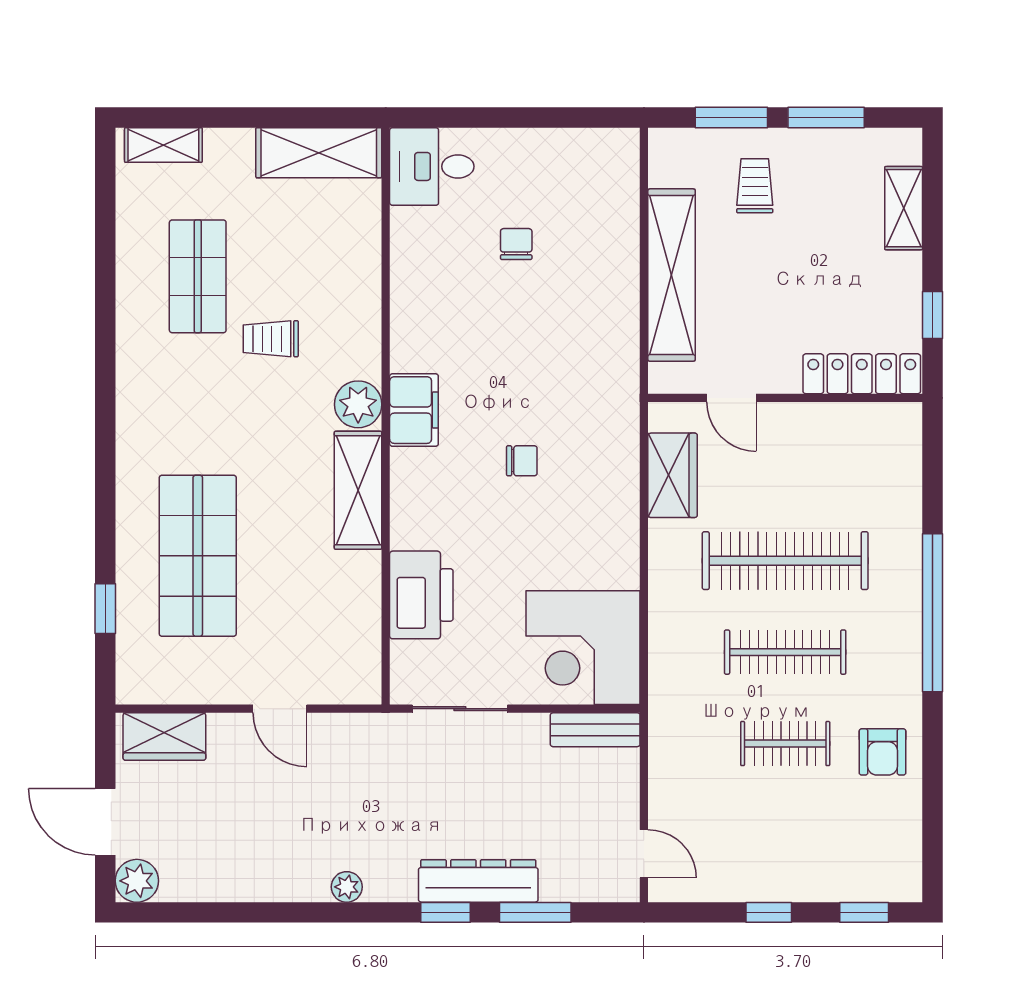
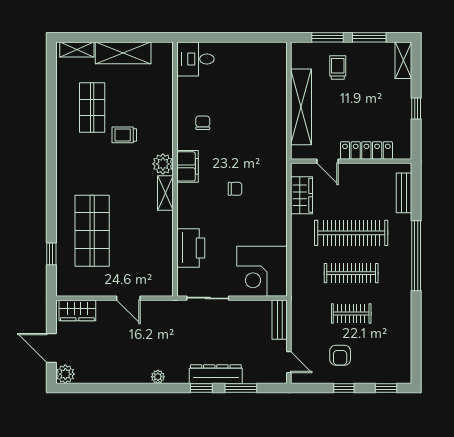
shelving: (319, 153) -> (123, 53), moved
shelving: (904, 208) -> (403, 60), moved
chair: (516, 244) -> (203, 123), moved
window: (932, 315) -> (416, 109), moved
locker: (862, 374) -> (366, 150), moved
bench: (905, 470) -> (404, 193), added
shelving: (358, 490) -> (165, 193), width x0.67, depth x0.75
bench: (595, 730) -> (280, 320), moved, turned 90
armchair: (883, 752) -> (340, 355), moved

